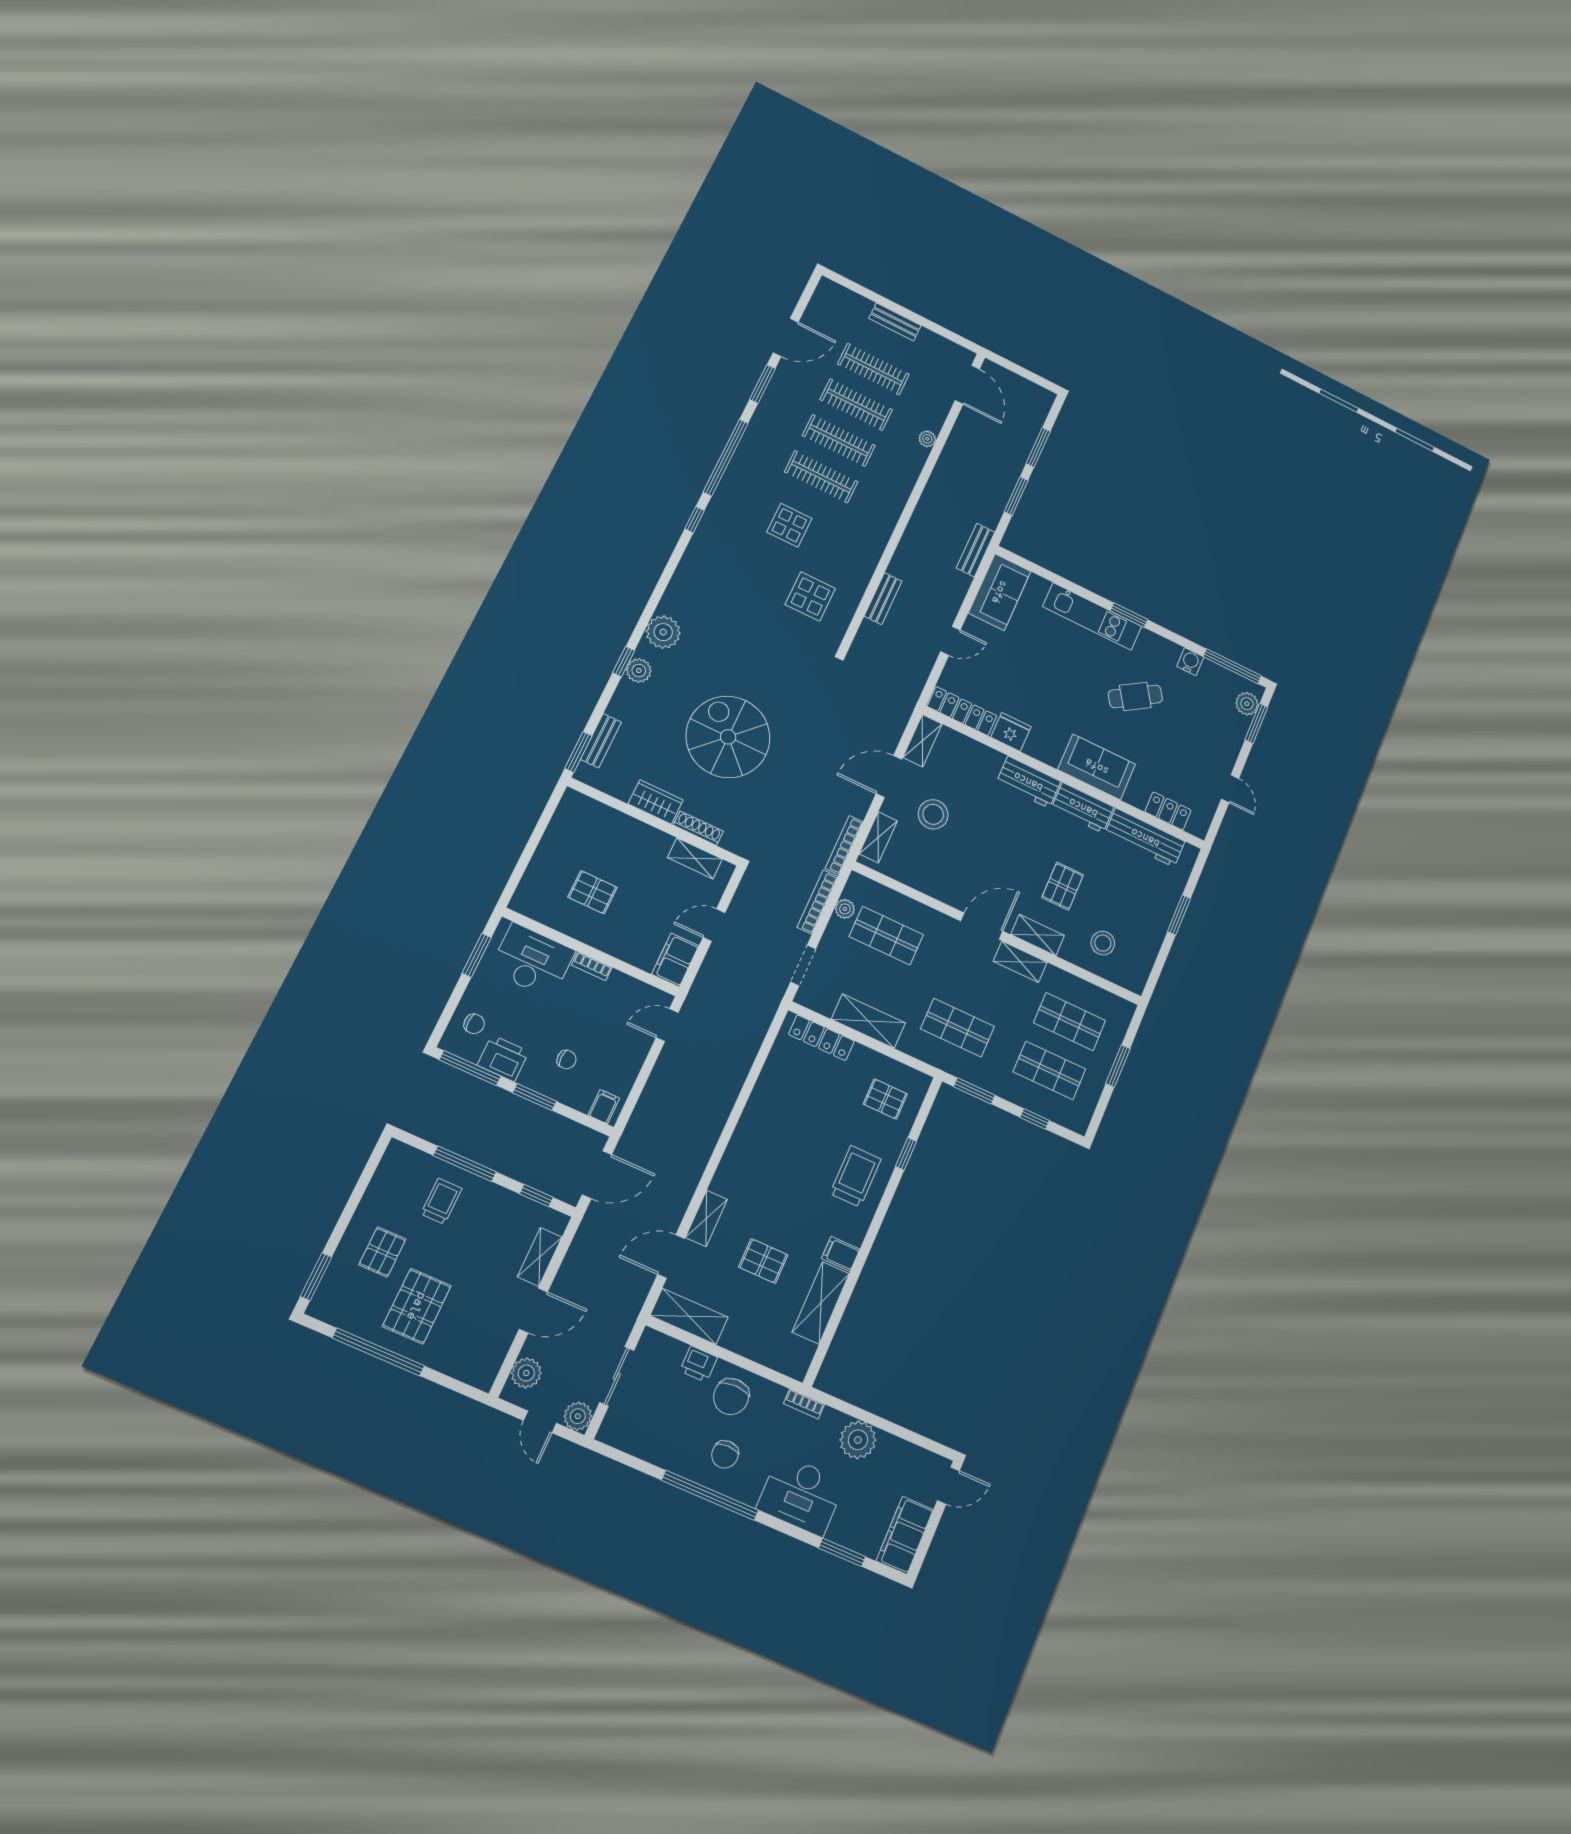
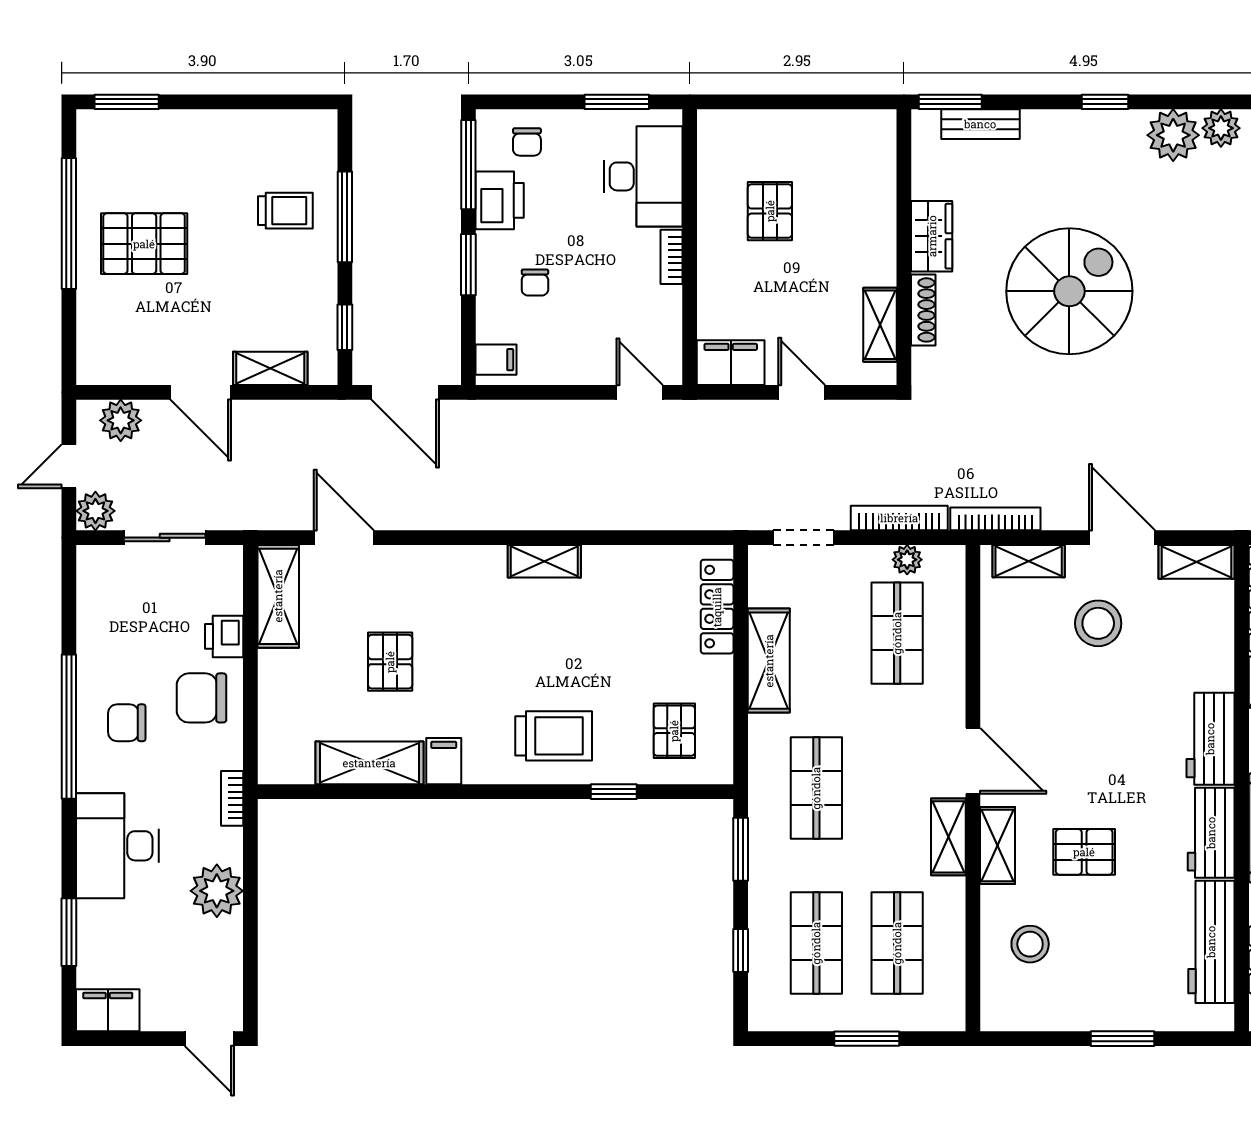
plant: (639, 671) -> (1221, 128), moved
shelving: (706, 1218) -> (544, 561), moved
pallet: (382, 1252) -> (191, 168), removed
filing cabinet: (905, 1535) -> (108, 1010), width x0.67, depth x0.86

